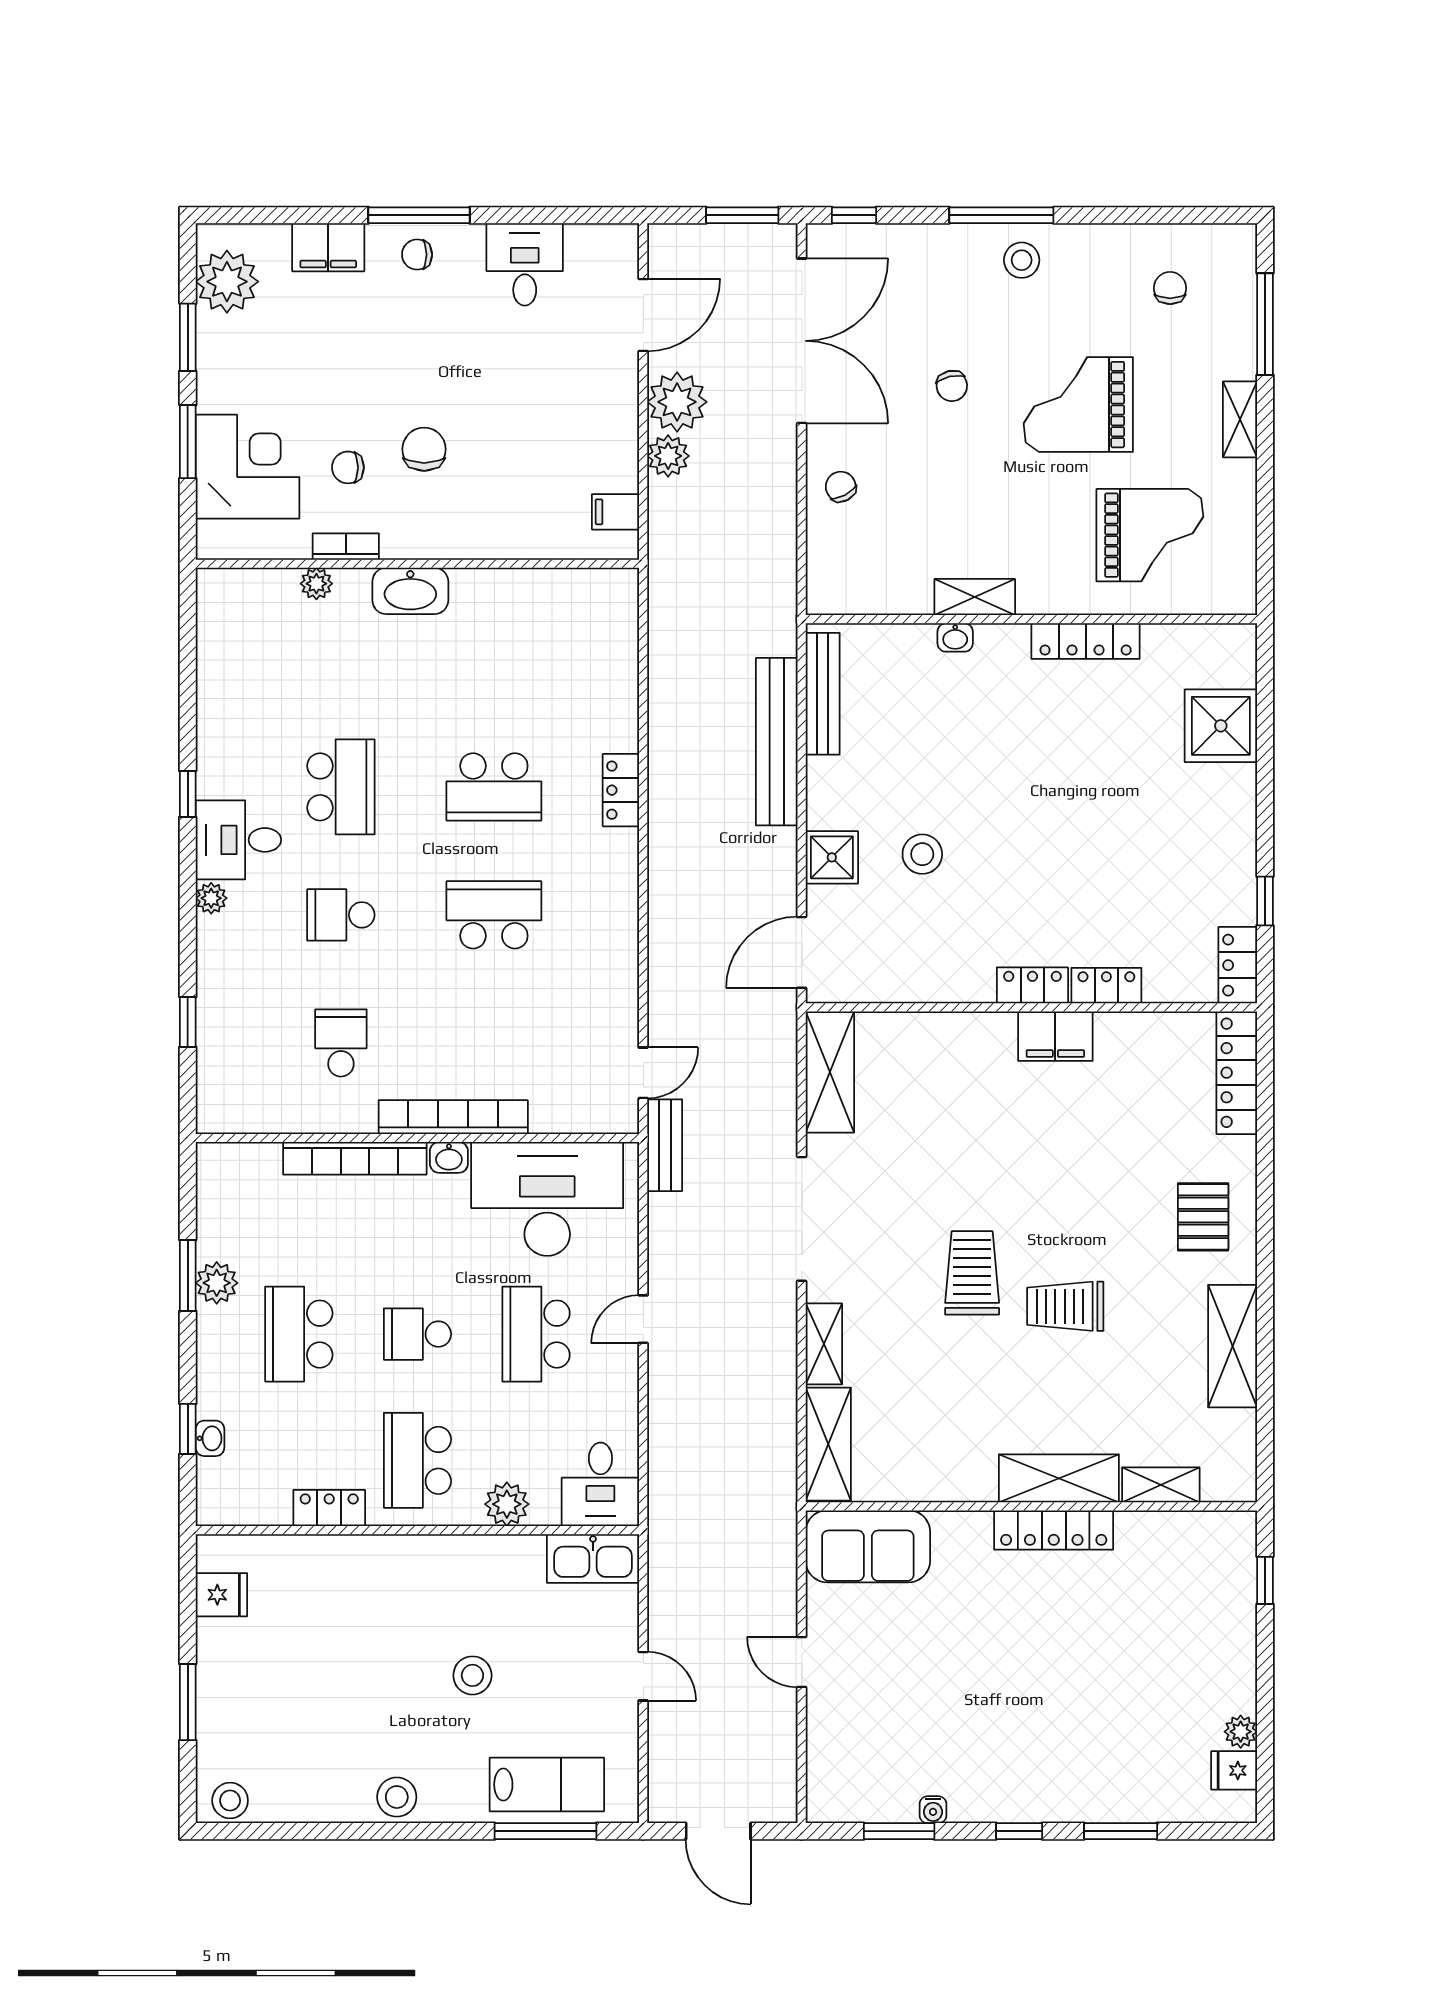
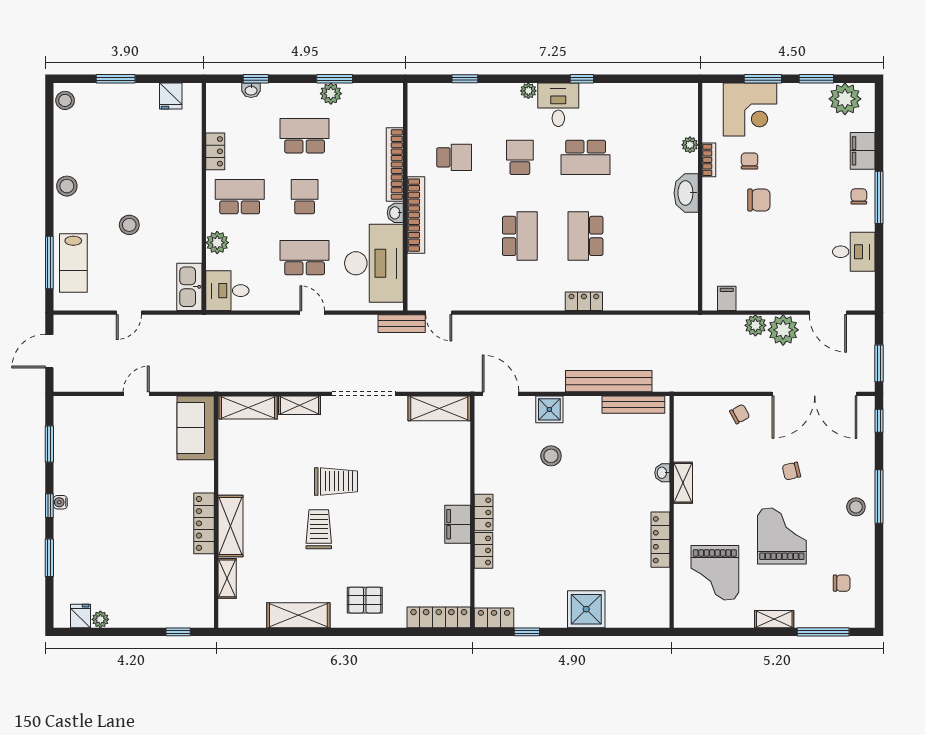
shower: (1221, 726) -> (586, 609), moved
water cooler: (933, 1810) -> (60, 502), moved

